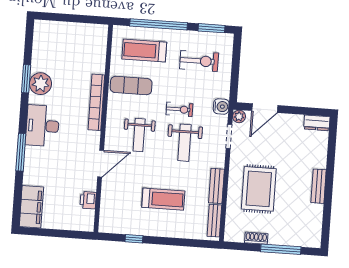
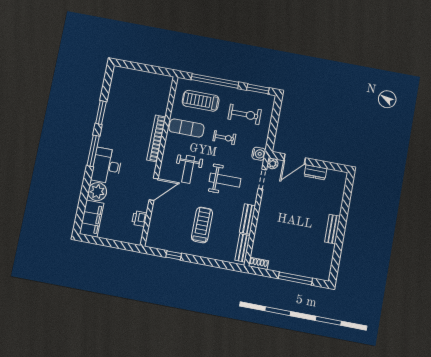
plant: (41, 84) -> (97, 192), moved
exercise bike: (179, 109) -> (224, 138), moved
dresser: (317, 123) -> (315, 172), moved
desk: (42, 126) -> (107, 166), moved
weight bench: (184, 143) -> (225, 180), turned -90
window: (21, 152) -> (93, 151), moved
rug: (259, 189) -> (282, 226), removed
treadmill: (163, 199) -> (202, 225), turned -90
shoe rack: (256, 238) -> (258, 263), moved

